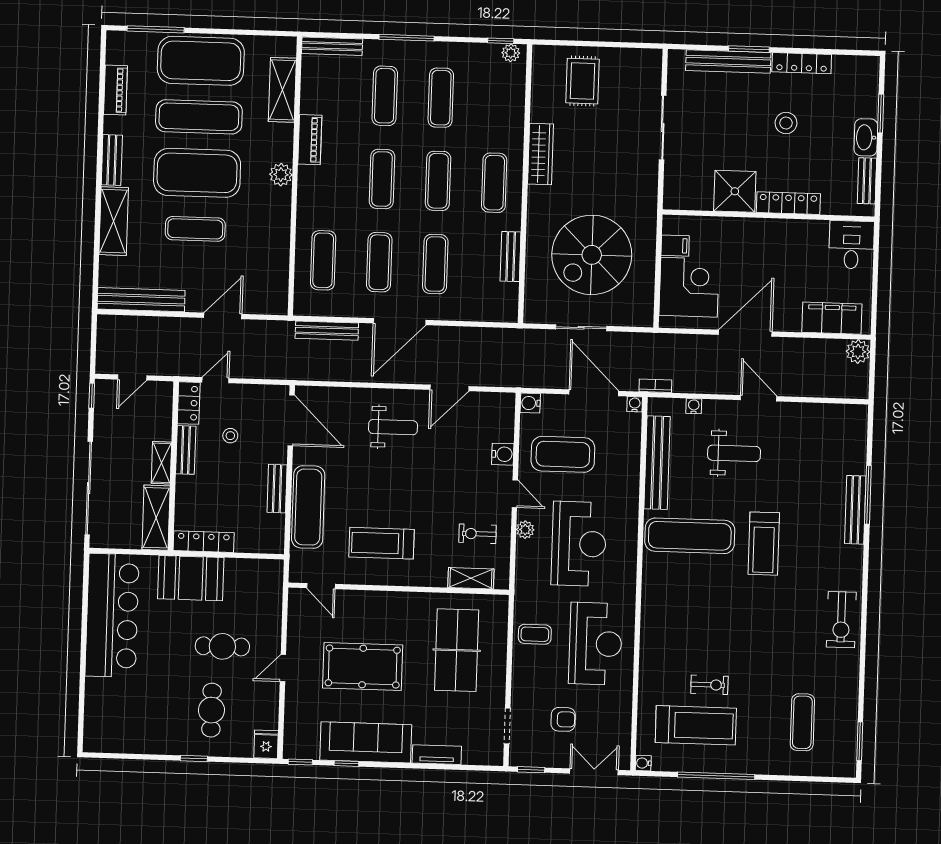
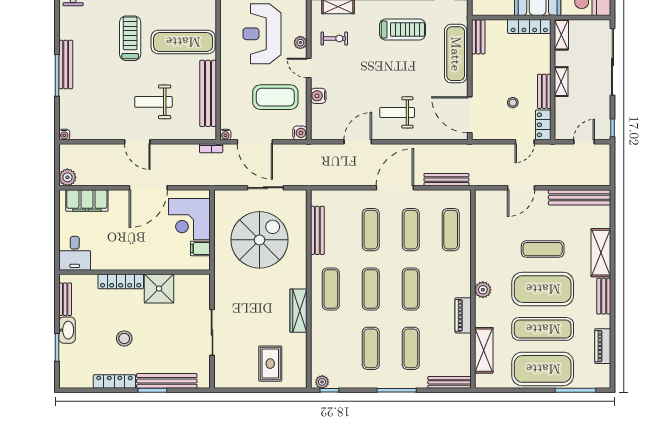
bench: (511, 257) -> (317, 230), width x1.36
water cooler: (694, 406) -> (64, 135), moved
bench: (277, 489) -> (478, 37), moved
shelving: (156, 518) -> (561, 35), width x0.67, depth x0.75

